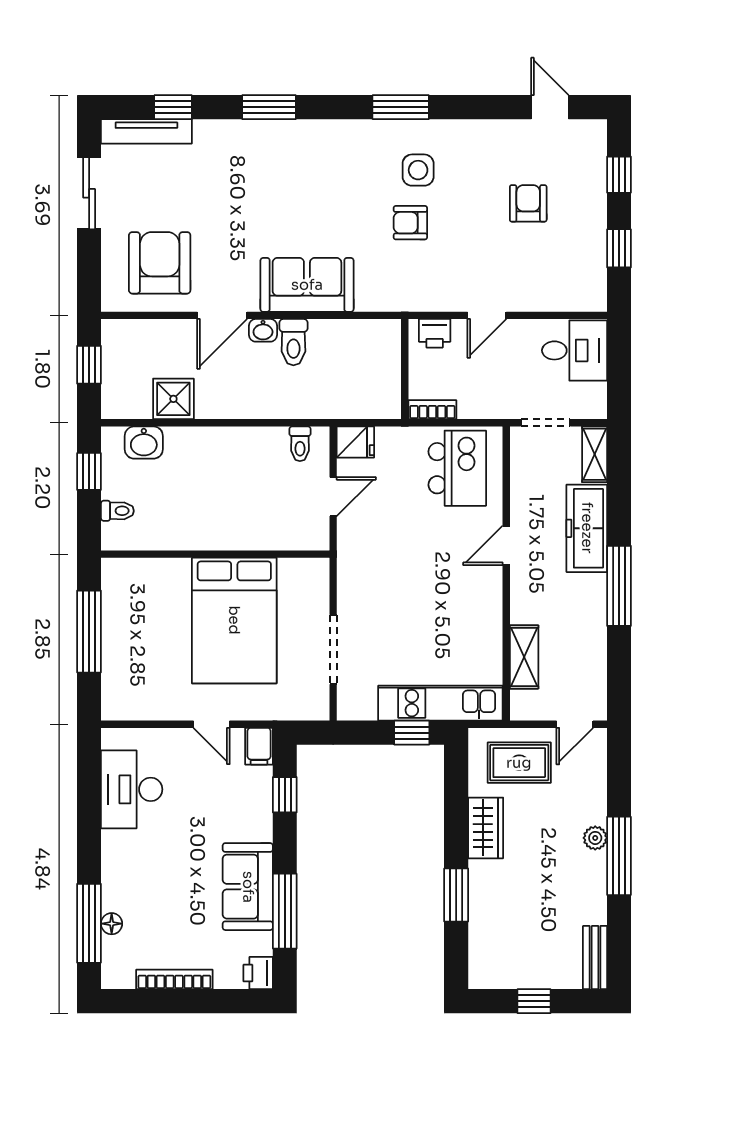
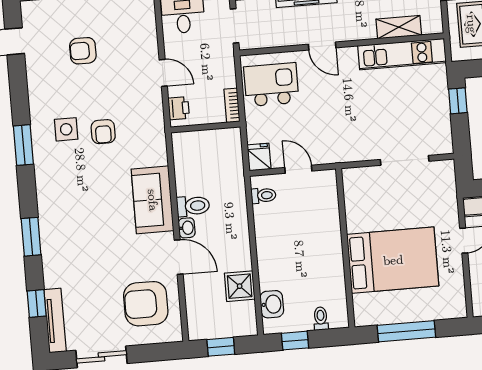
bed: (234, 620) -> (393, 260), moved
kitchen unit: (440, 703) -> (402, 54), moved, turned -90

